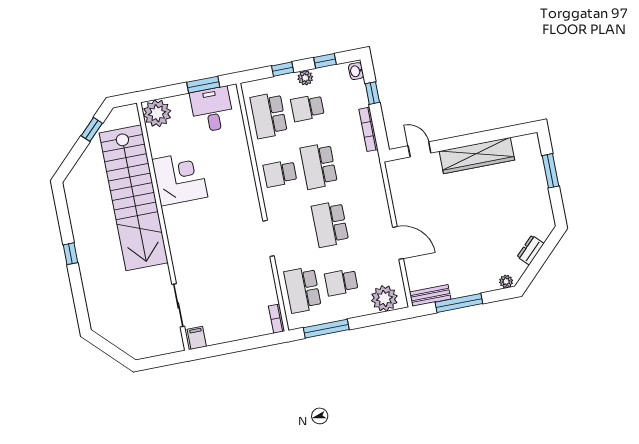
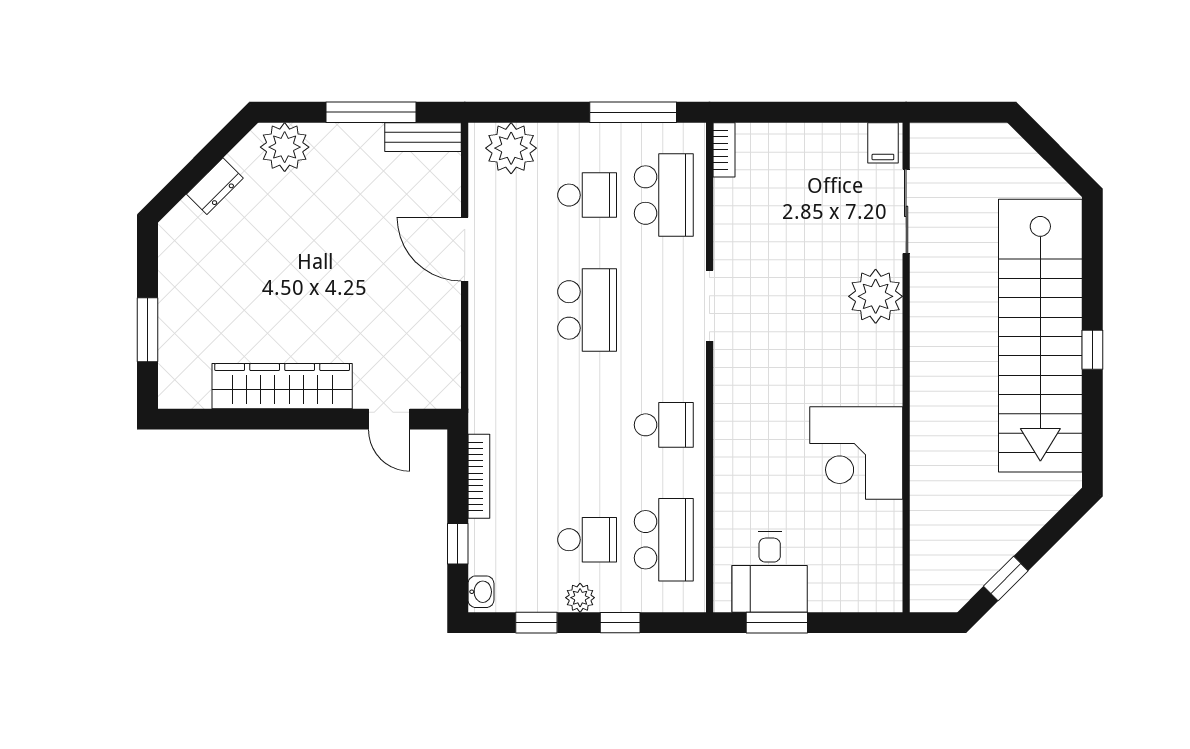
plant: (157, 113) -> (876, 296), moved
school desk: (319, 166) -> (587, 425), removed
stairs: (134, 198) -> (1040, 336), moved, turned 180
plant: (506, 281) -> (285, 147), width x1.88, depth x1.88

